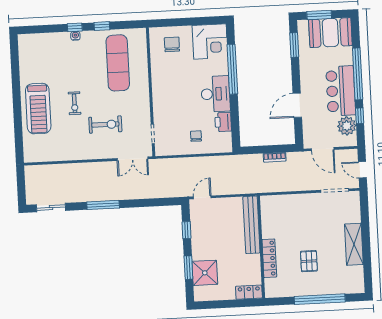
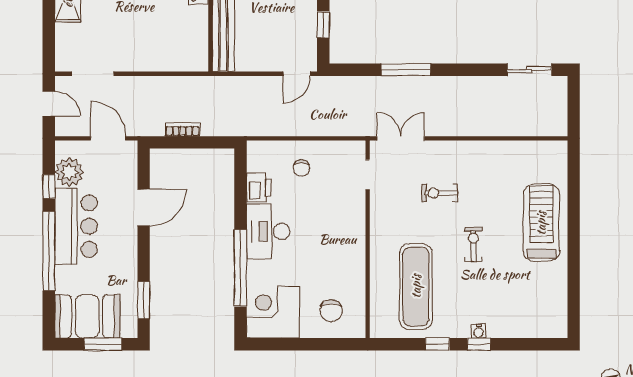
exercise bike: (75, 103) -> (473, 244), moved
exercise bike: (105, 124) -> (440, 193), width x0.73, depth x0.72
window: (103, 205) -> (406, 70), moved

